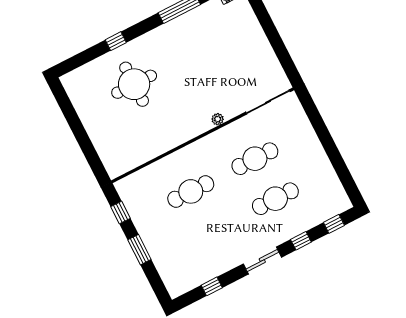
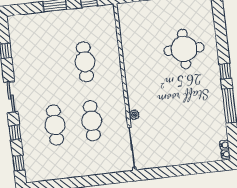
window: (116, 41) -> (225, 71), moved
plant: (218, 119) -> (134, 115), moved

